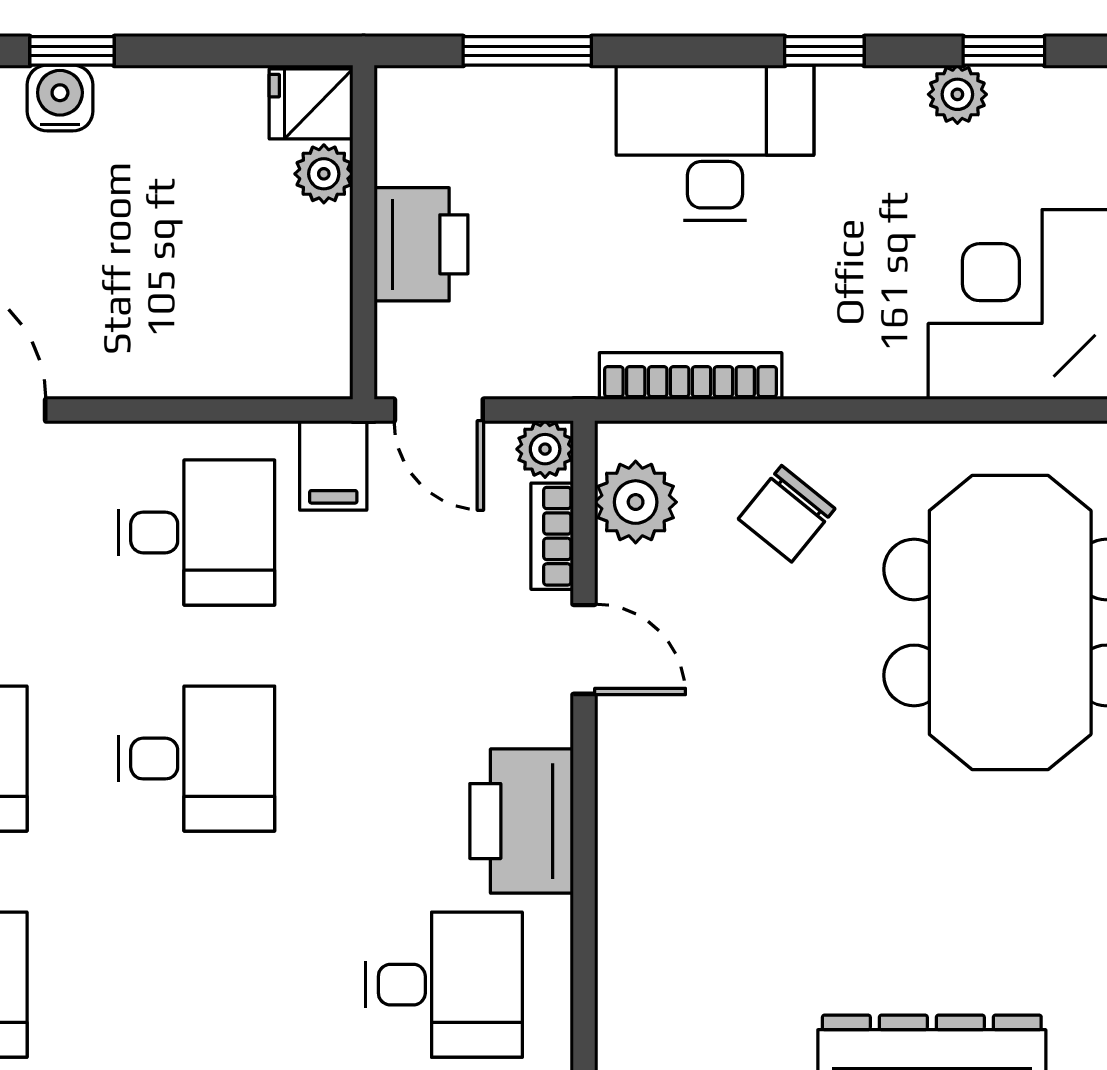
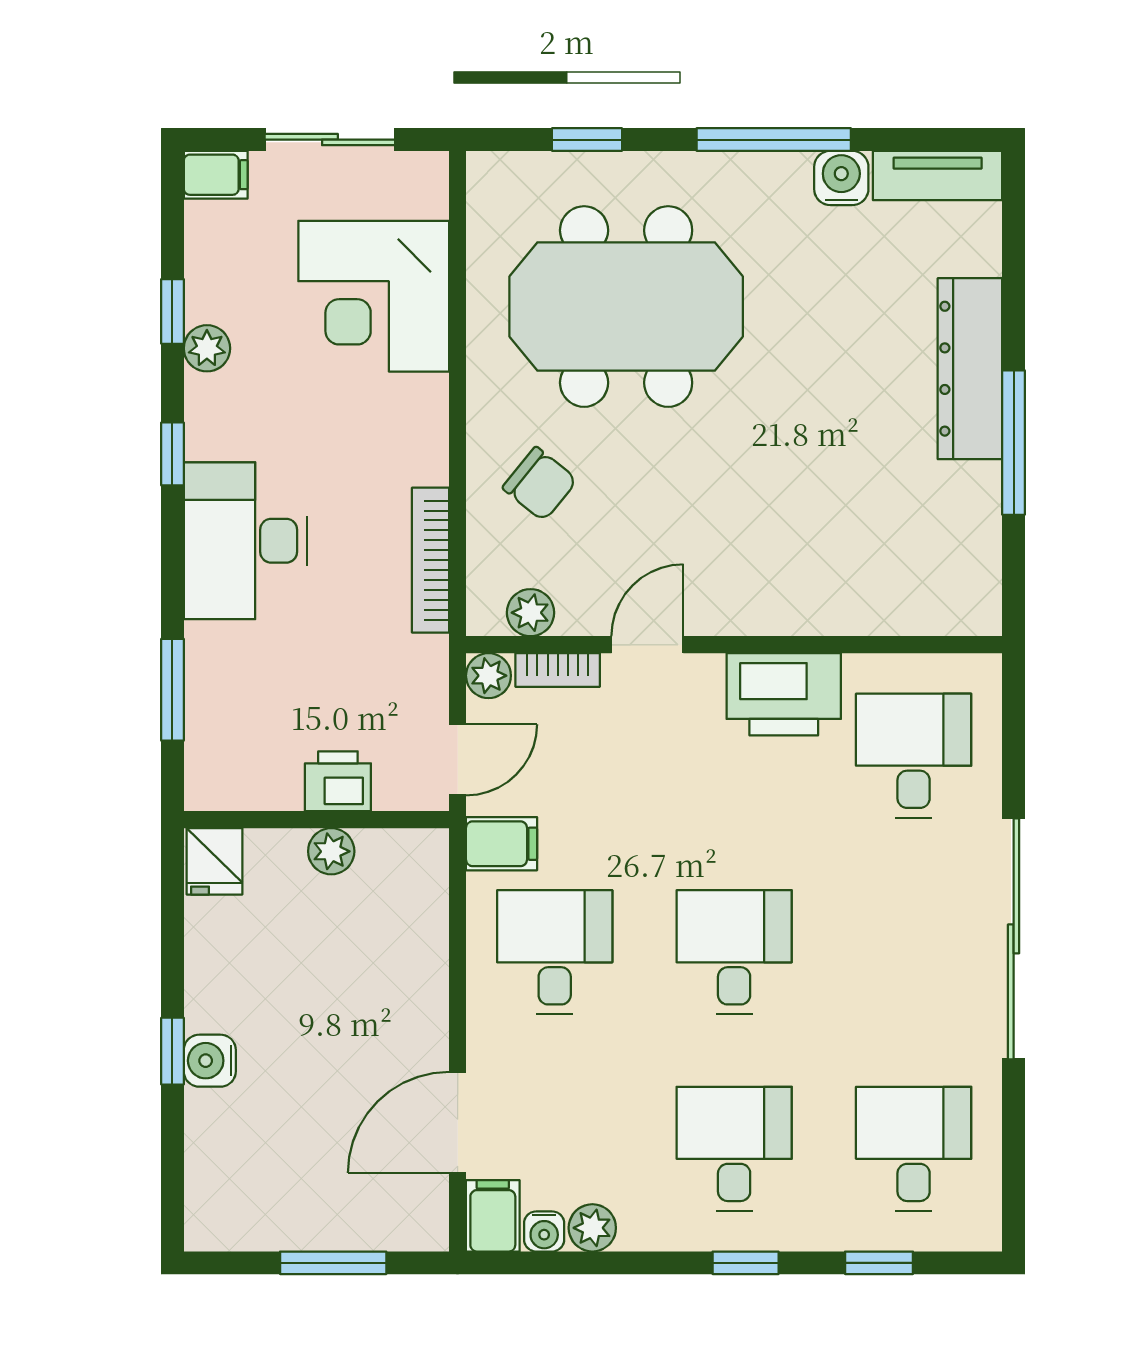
plant: (324, 174) -> (331, 851), moved
printer: (421, 244) -> (338, 781), width x0.73, depth x0.81
plant: (636, 502) -> (530, 613), width x0.73, depth x0.73

